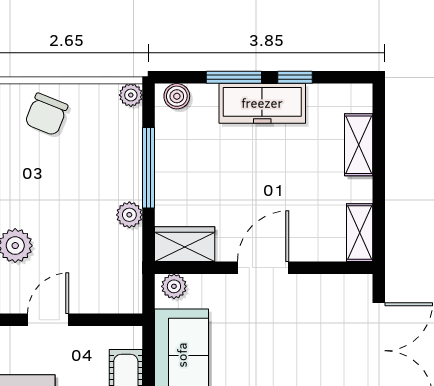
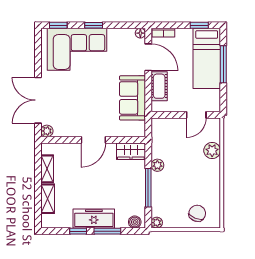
shelving: (360, 233) -> (47, 169), moved
plant: (174, 286) -> (47, 131), moved

